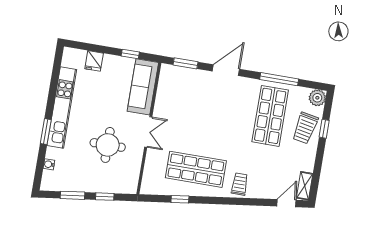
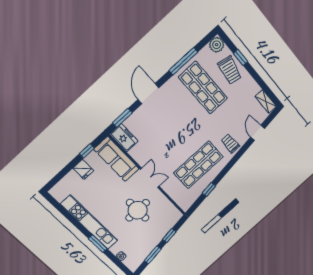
fridge: (94, 61) -> (83, 169), moved
freezer: (168, 79) -> (124, 138), added
door: (286, 203) -> (258, 133), moved

